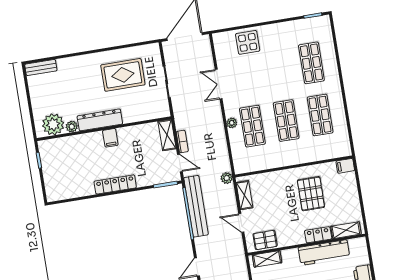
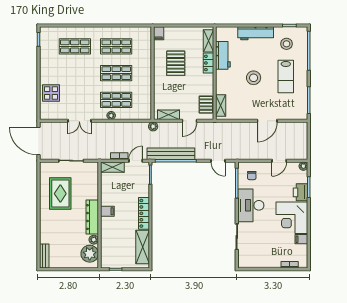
shelving: (72, 190) -> (143, 247), added
pallet: (311, 194) -> (176, 63), turned 90
workbench: (324, 253) -> (223, 55), width x0.73

